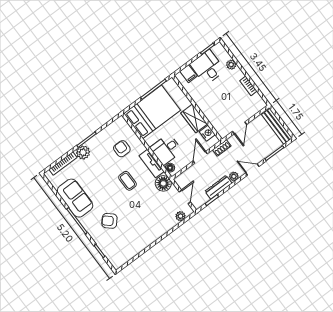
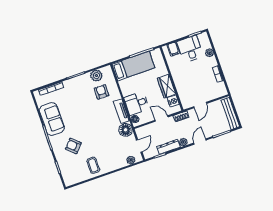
bed: (152, 112) -> (133, 66), width x0.67
plant: (83, 152) -> (96, 76), moved
door: (200, 157) -> (161, 119), hinge flipped
door: (252, 170) -> (200, 142), hinge flipped
coffee table: (128, 181) -> (93, 165), moved

